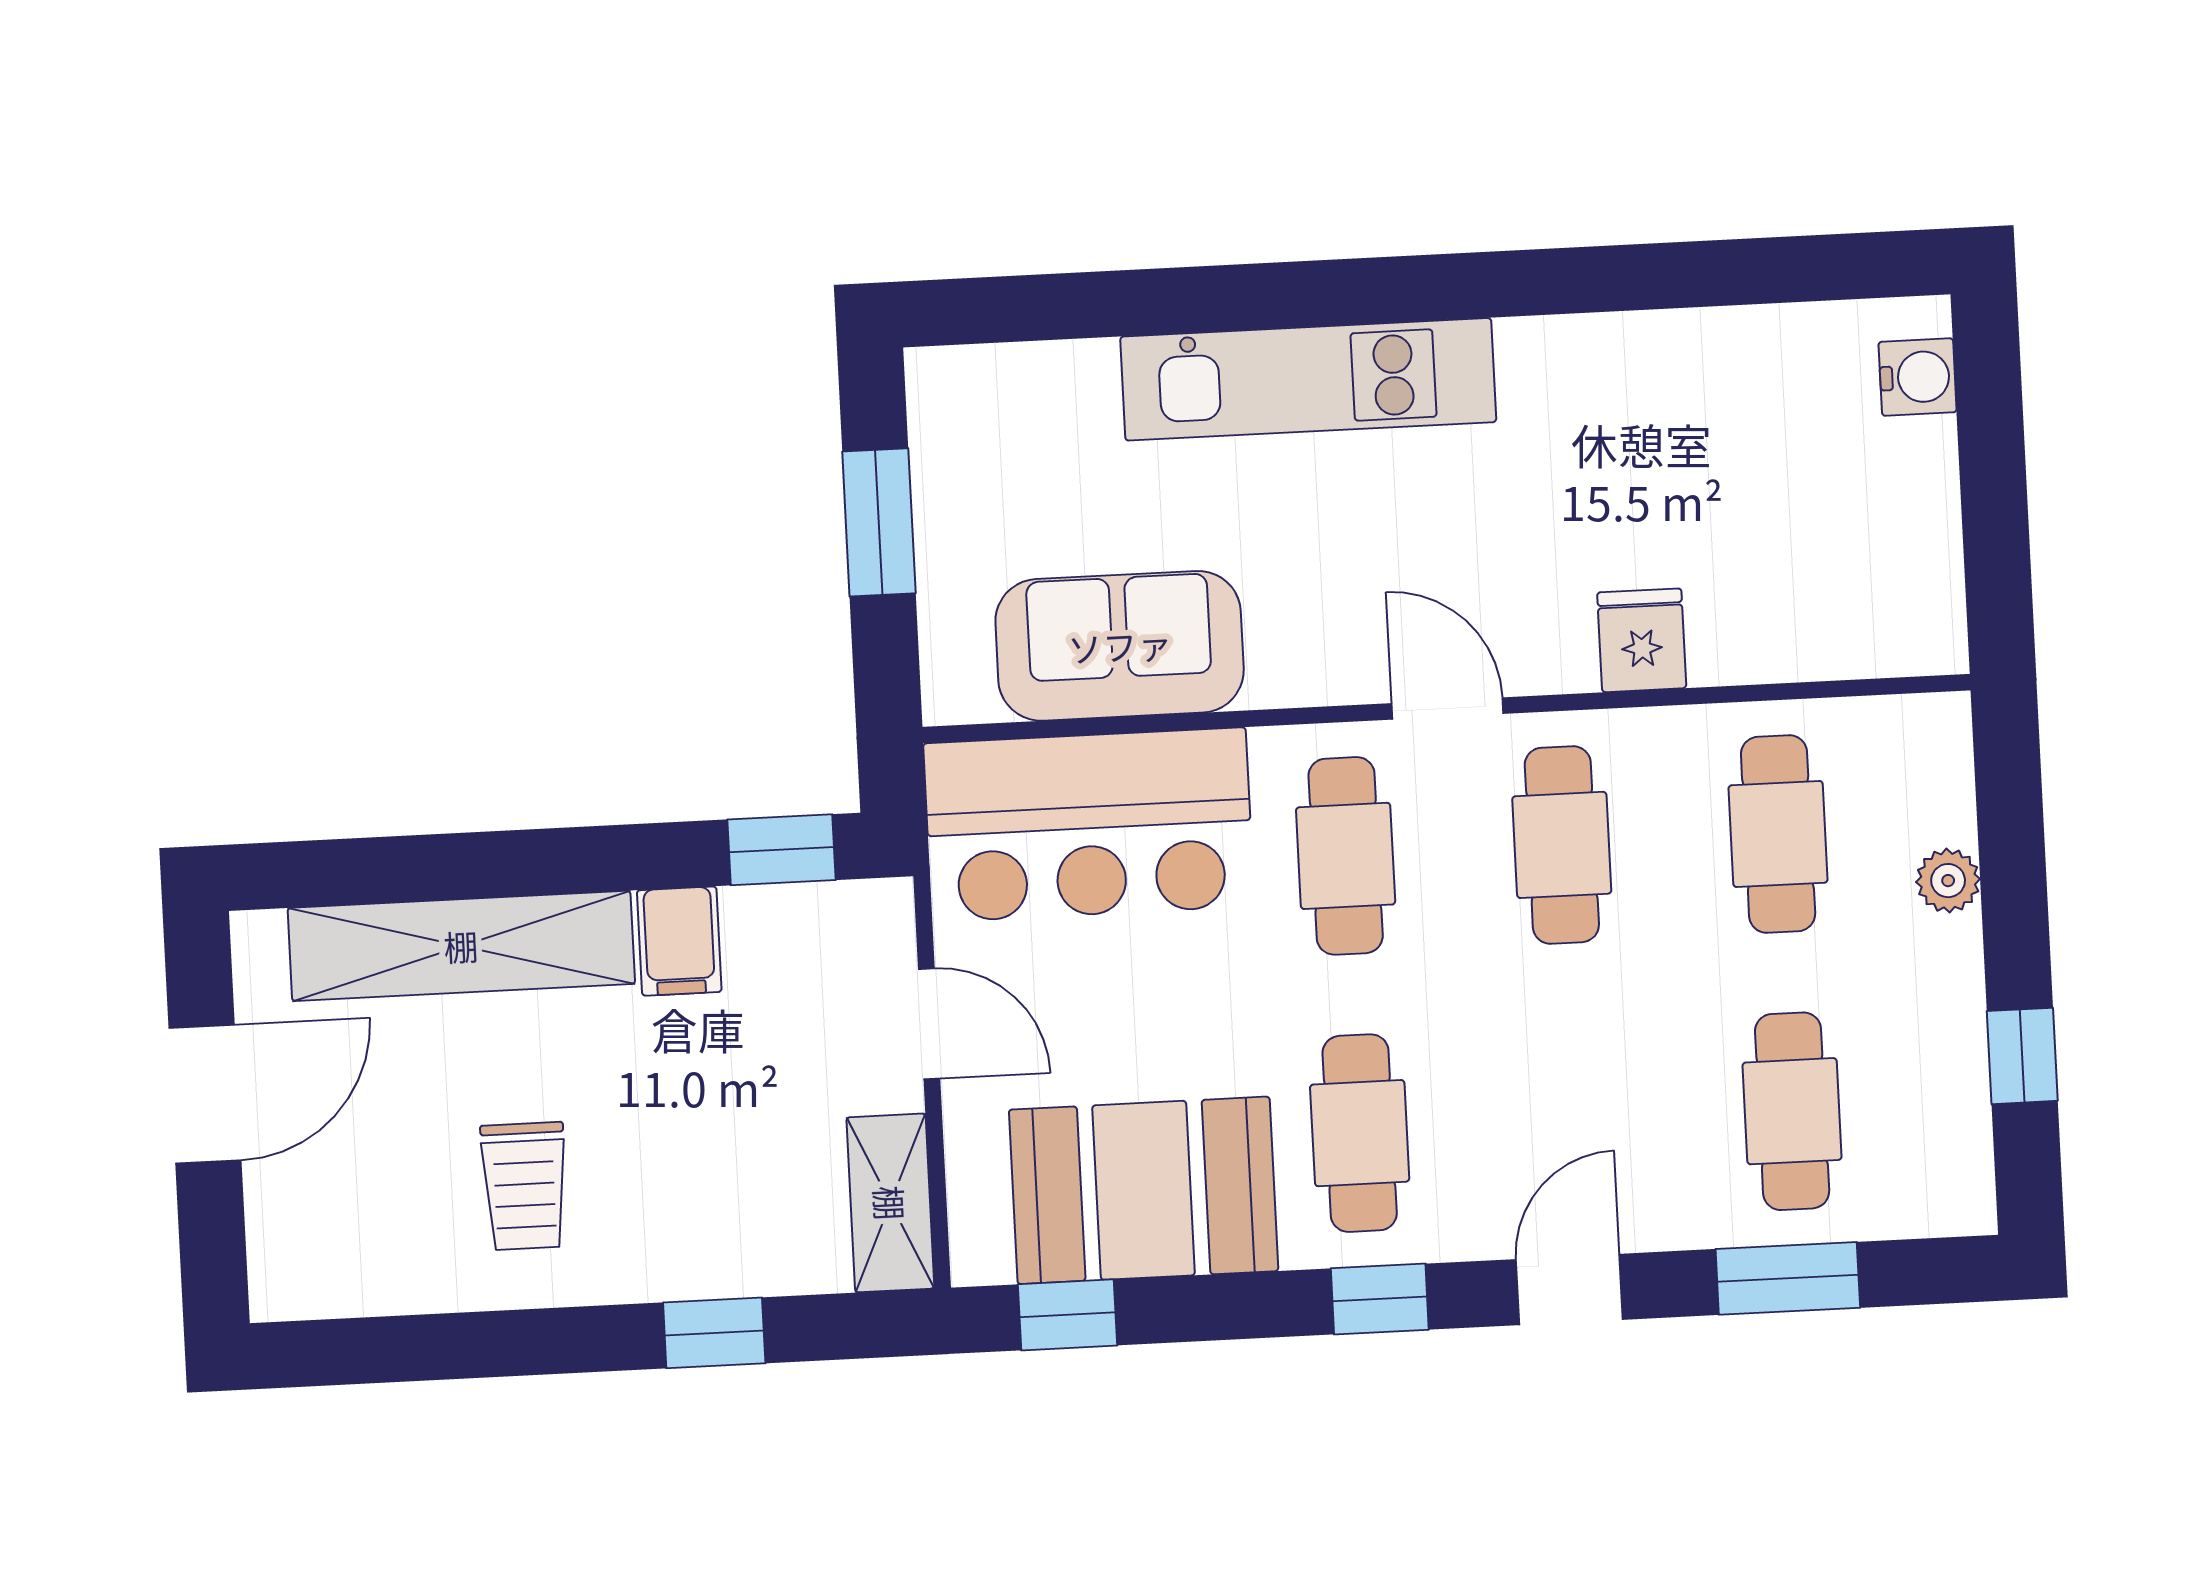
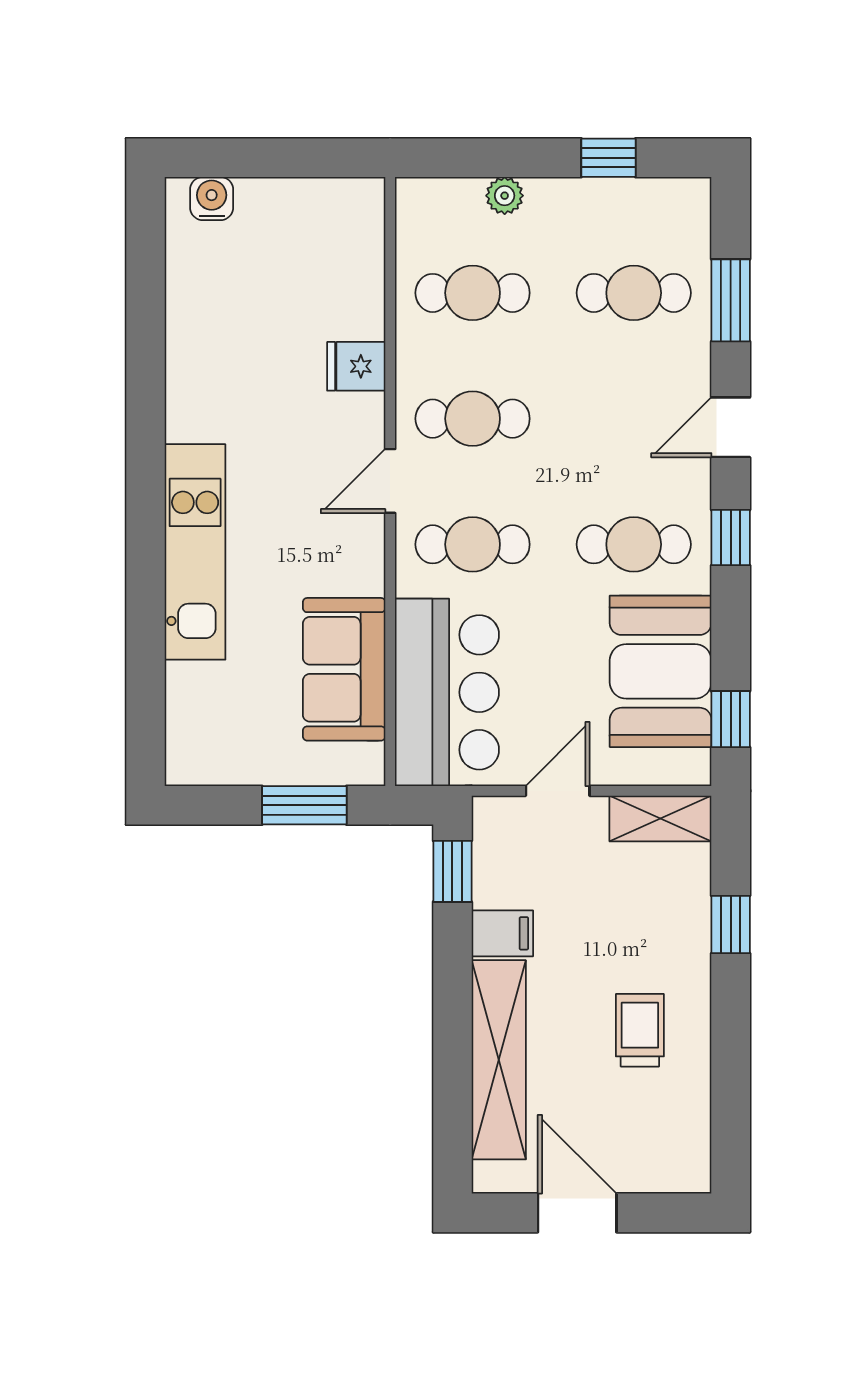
window: (879, 522) -> (304, 805), moved
trolley: (524, 1186) -> (640, 1030), turned -90
door: (1569, 1289) -> (731, 427), hinge flipped

